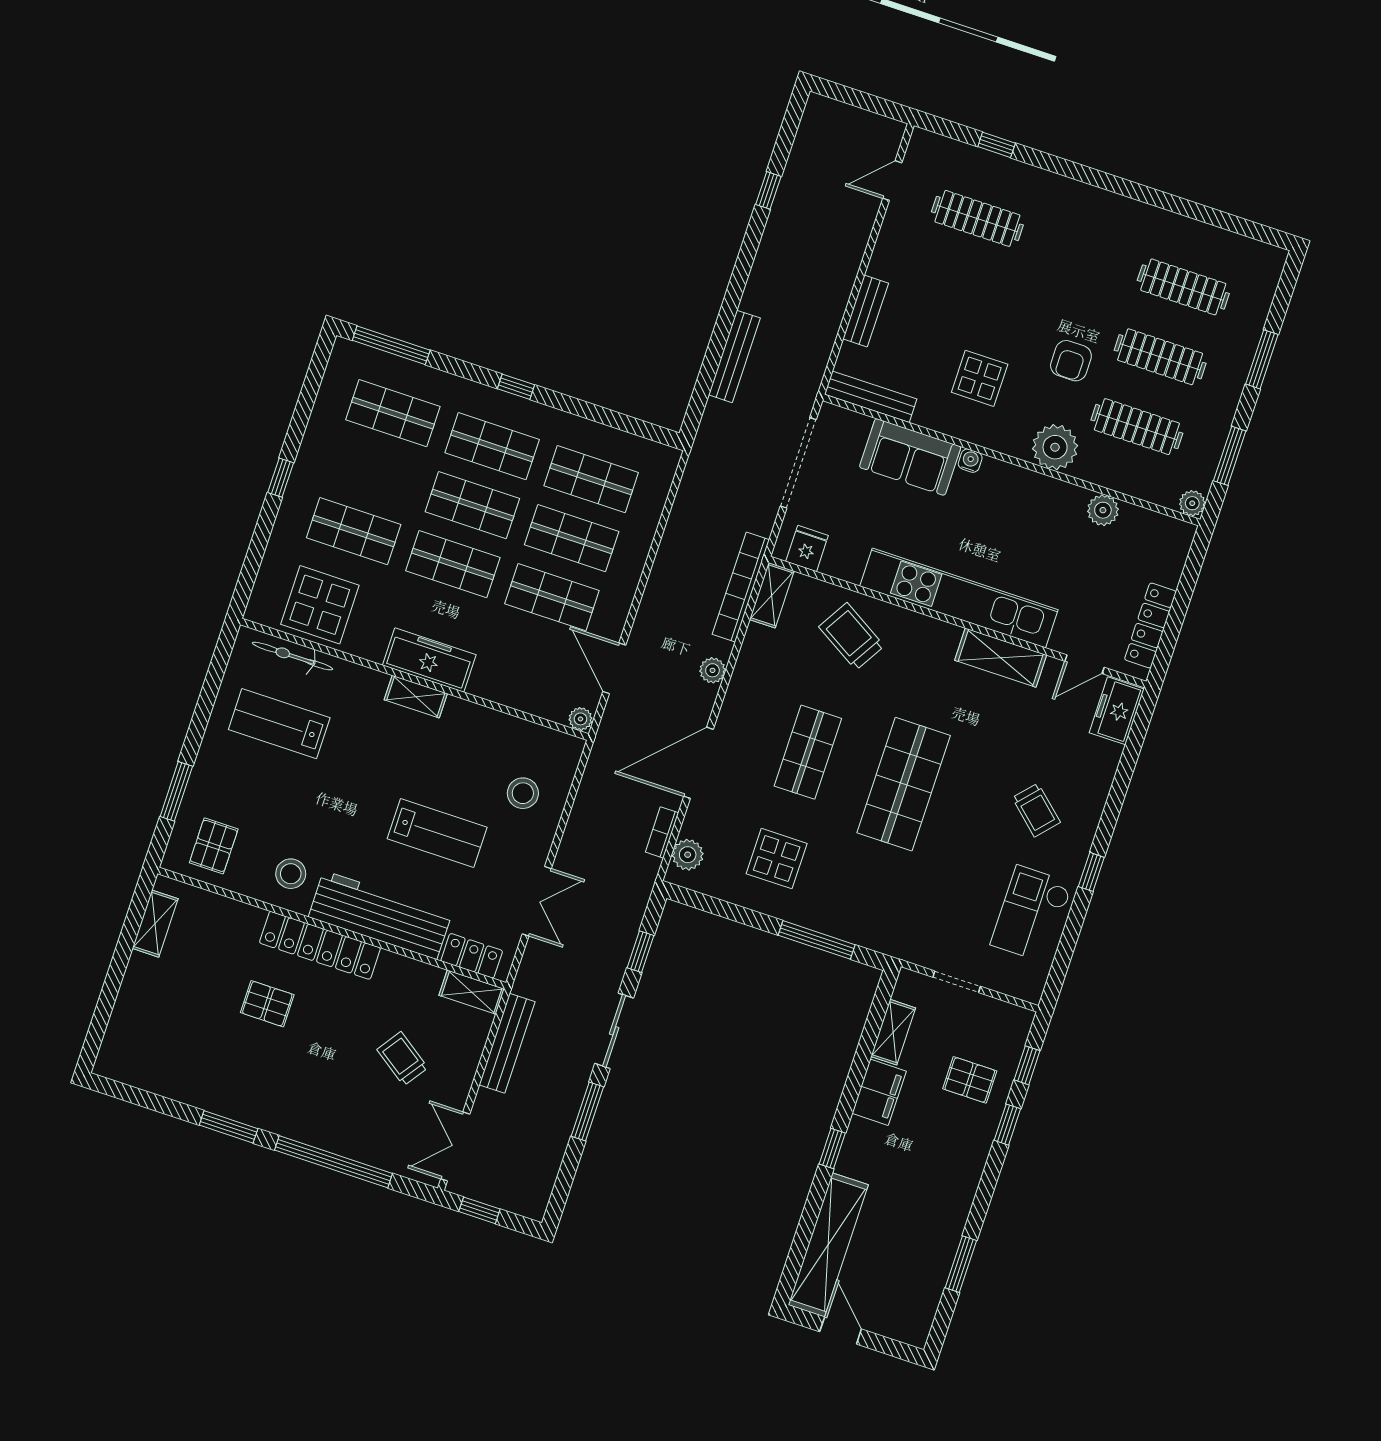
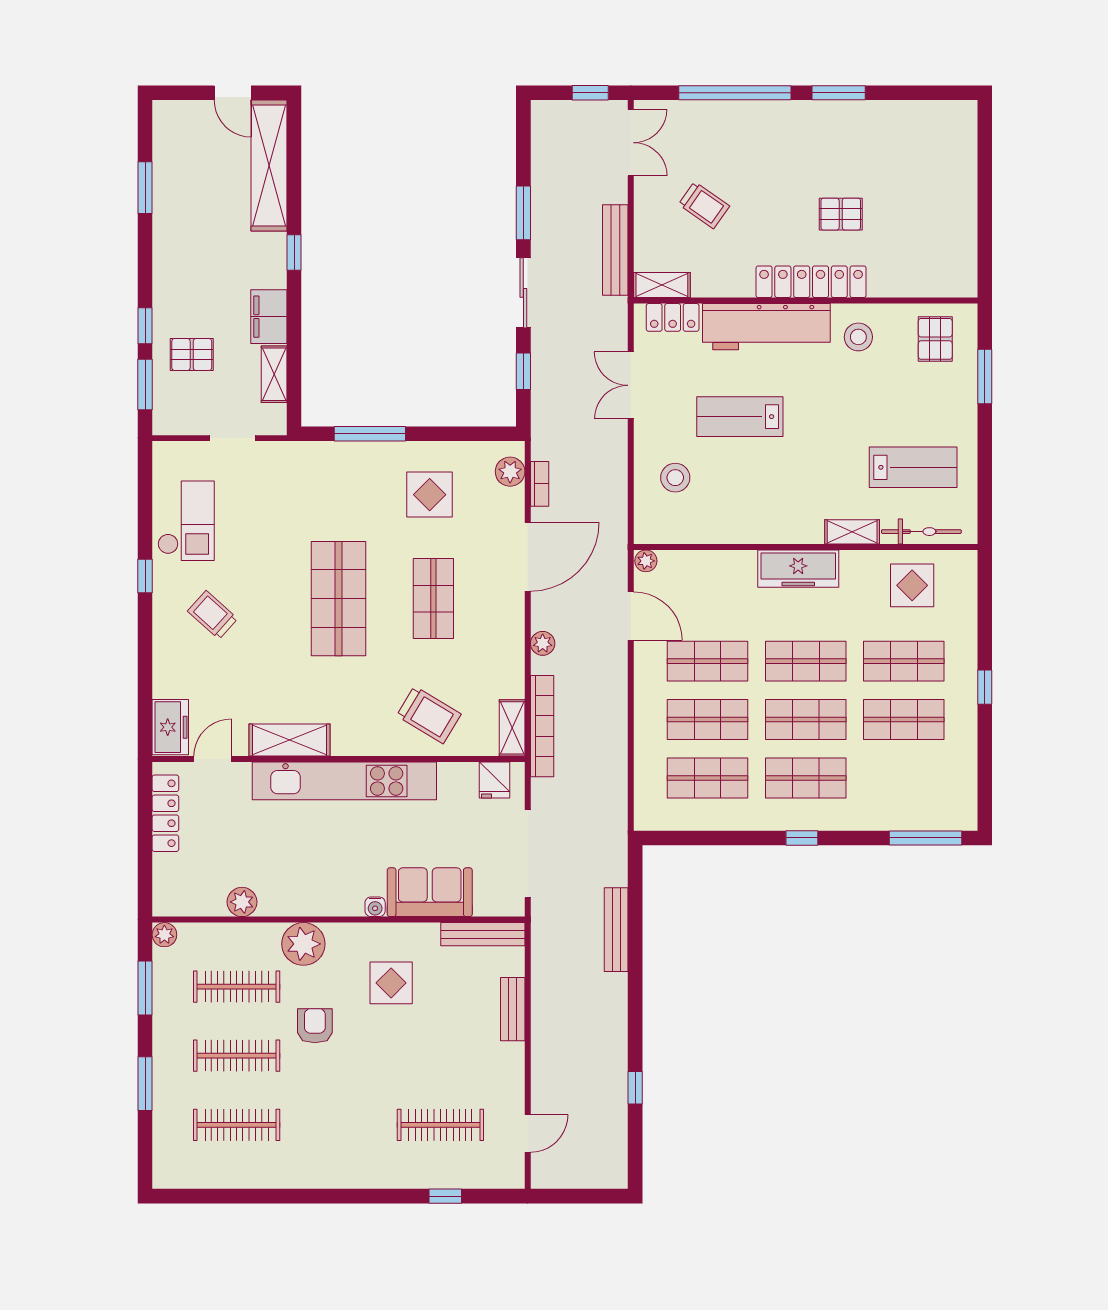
shop shelf: (393, 413) -> (904, 720), moved
display table: (320, 605) -> (912, 585), width x0.73, depth x0.73
shelving: (416, 697) -> (852, 532), moved
shelving: (155, 924) -> (965, 252), removed
window: (1027, 1065) -> (145, 385), width x1.50

